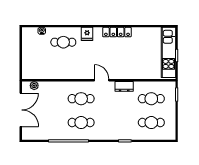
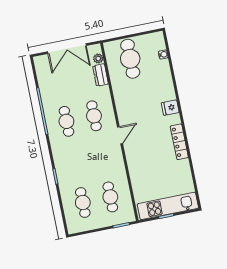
cafe table: (63, 42) -> (130, 59), moved, width x1.37, depth x1.35
dresser: (124, 86) -> (100, 75), moved

